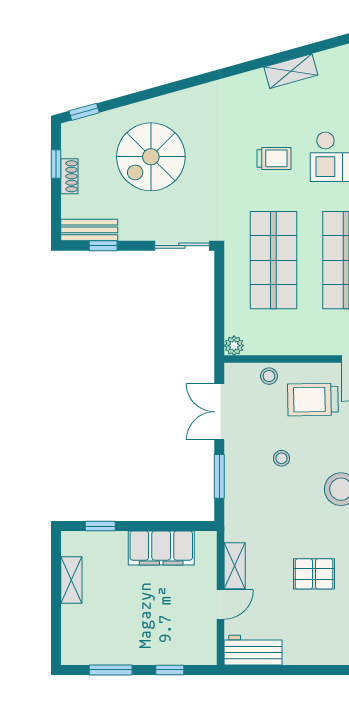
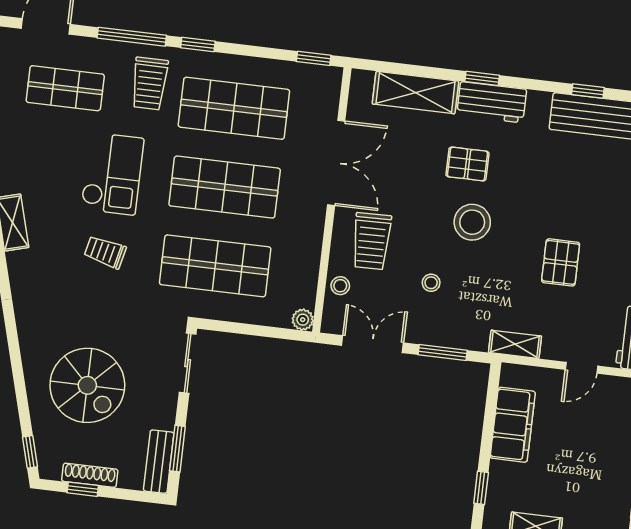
trolley: (274, 158) -> (105, 252), turned -77
shoe rack: (69, 176) -> (90, 475), width x1.43
window: (103, 246) -> (177, 449), width x1.50
double door: (219, 412) -> (373, 344), swing flipped
shelving: (235, 566) -> (515, 344), moved
door: (221, 604) -> (582, 368), swing flipped

